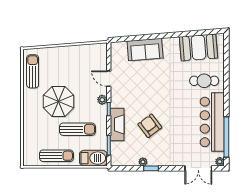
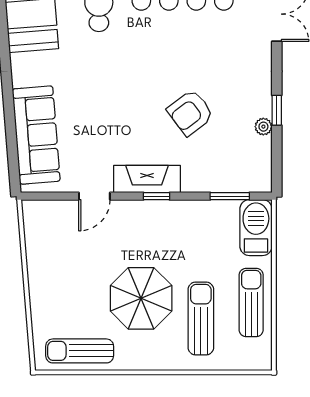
sofa: (145, 49) -> (36, 135), width x1.36
plant: (102, 100) -> (137, 209), removed
fireplace: (117, 124) -> (147, 179), moved
sun lounger: (78, 129) -> (201, 318), moved

